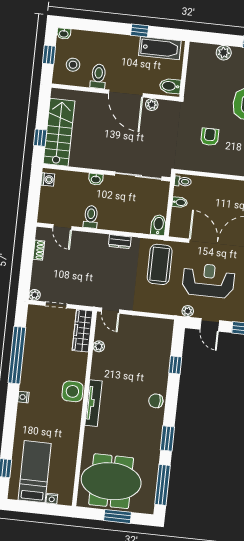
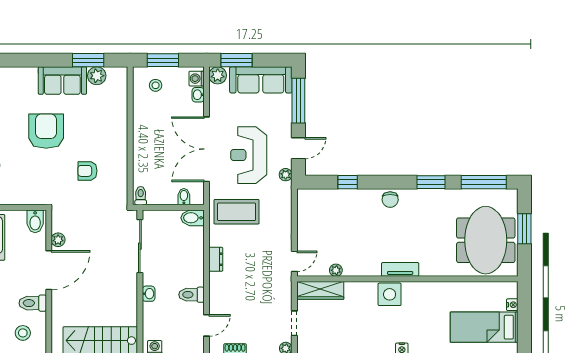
bidet: (180, 202) -> (184, 197), moved
tv unit: (93, 403) -> (400, 269), width x0.71

